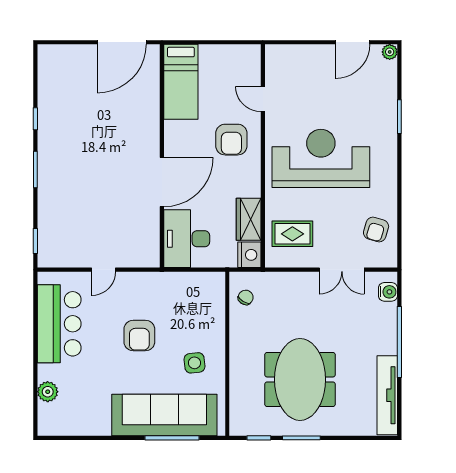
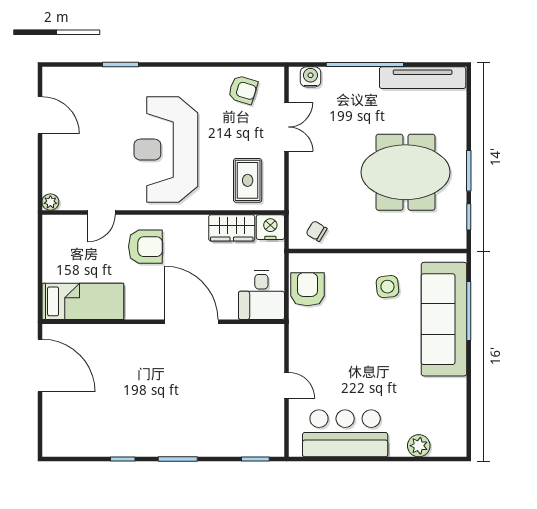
plant: (390, 52) -> (50, 202), moved
desk: (187, 239) -> (261, 295), width x0.73
armchair: (139, 336) -> (307, 289), moved, turned -90

